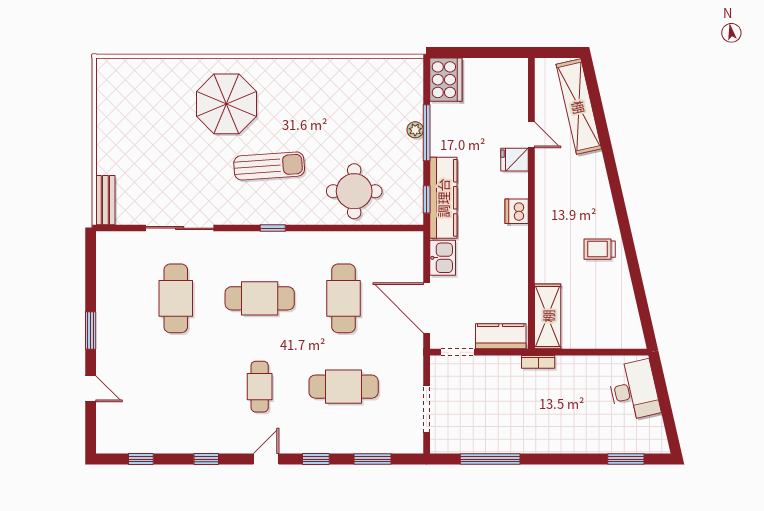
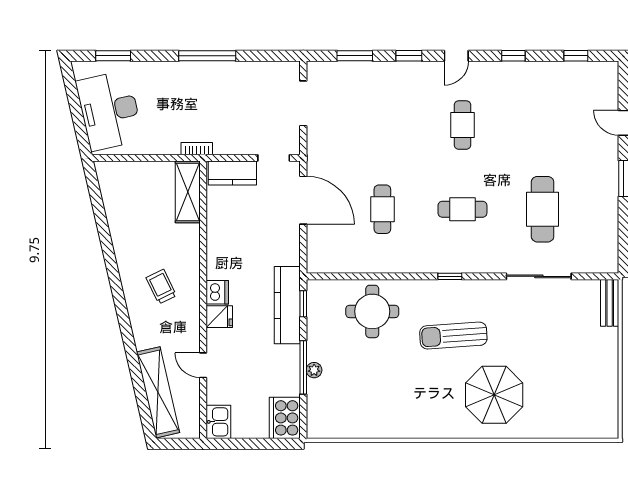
fridge: (515, 160) -> (219, 317), moved
trolley: (600, 249) -> (161, 287), moved, turned -116
kitchen sink: (443, 258) -> (218, 422), moved, turned 180
cafe table: (260, 298) -> (462, 209), width x0.73, depth x0.74
cafe table: (344, 298) -> (382, 209), width x0.73, depth x0.74
cafe table: (344, 387) -> (382, 125), removed
desk: (634, 390) -> (109, 111), width x1.36, depth x1.30
window: (490, 459) -> (207, 56), moved

